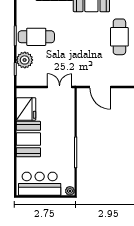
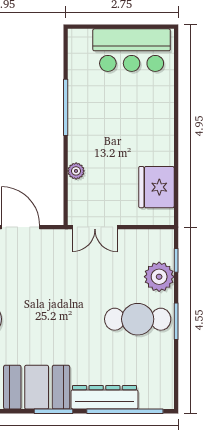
booth: (28, 139) -> (152, 132), removed
plant: (70, 191) -> (76, 171), moved

